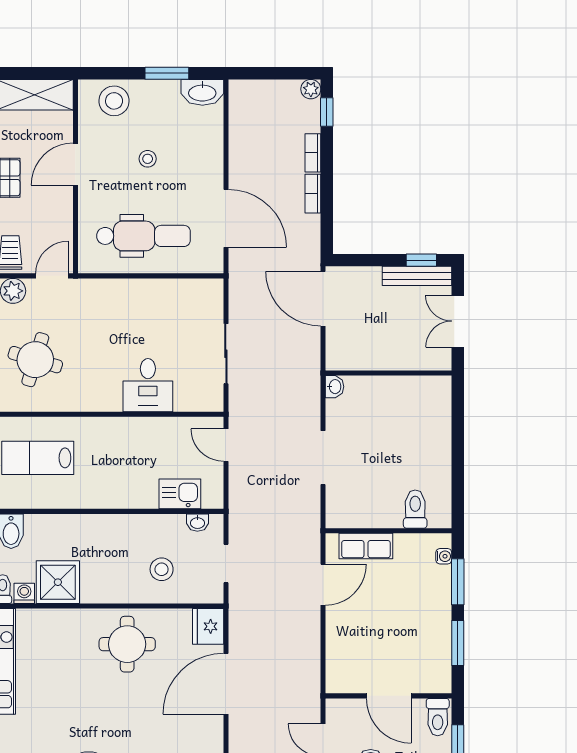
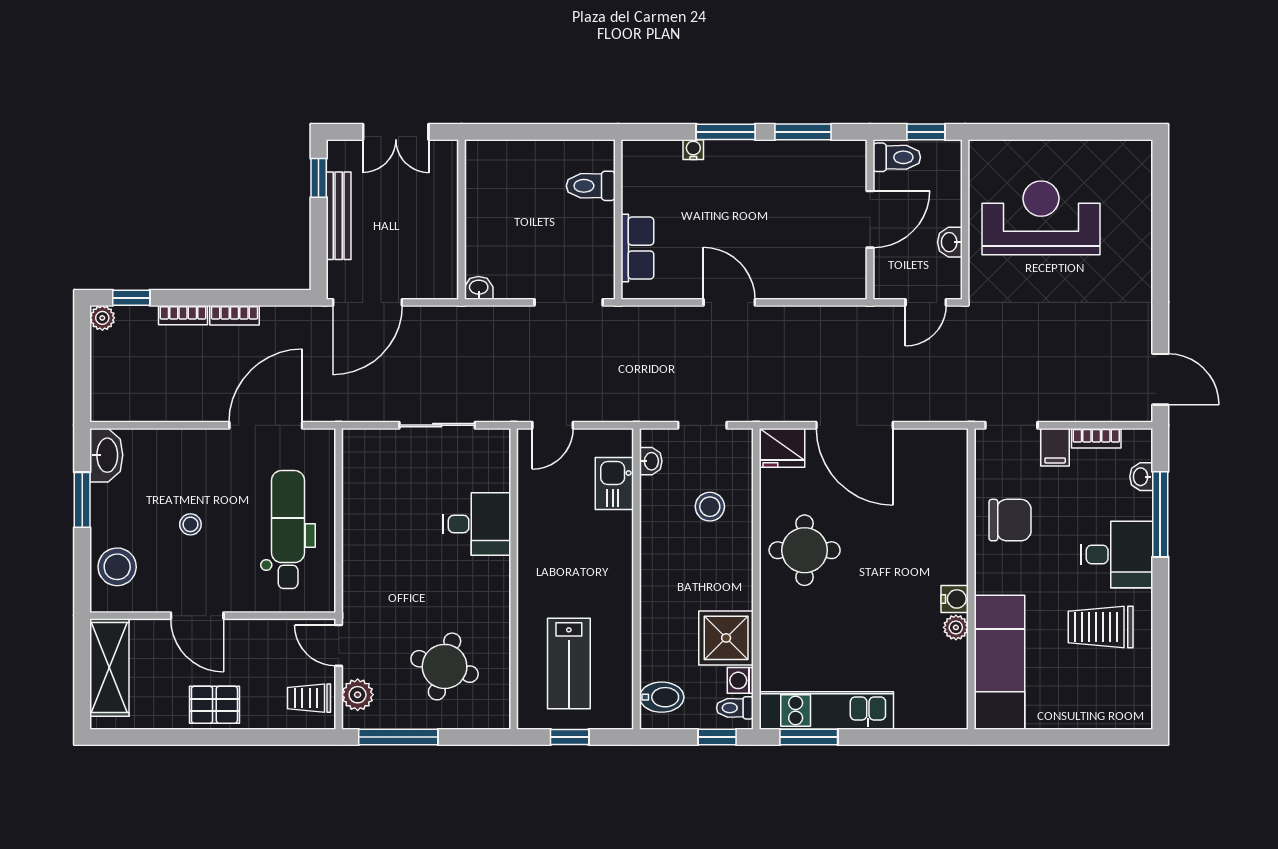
bench: (417, 276) -> (339, 216), moved
toilet: (415, 509) -> (591, 186), moved
wall: (389, 531) -> (618, 219), moved
row of seats: (366, 546) -> (637, 248), moved

